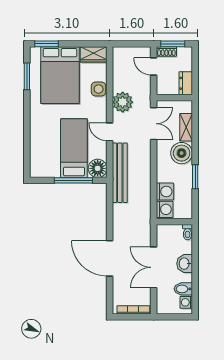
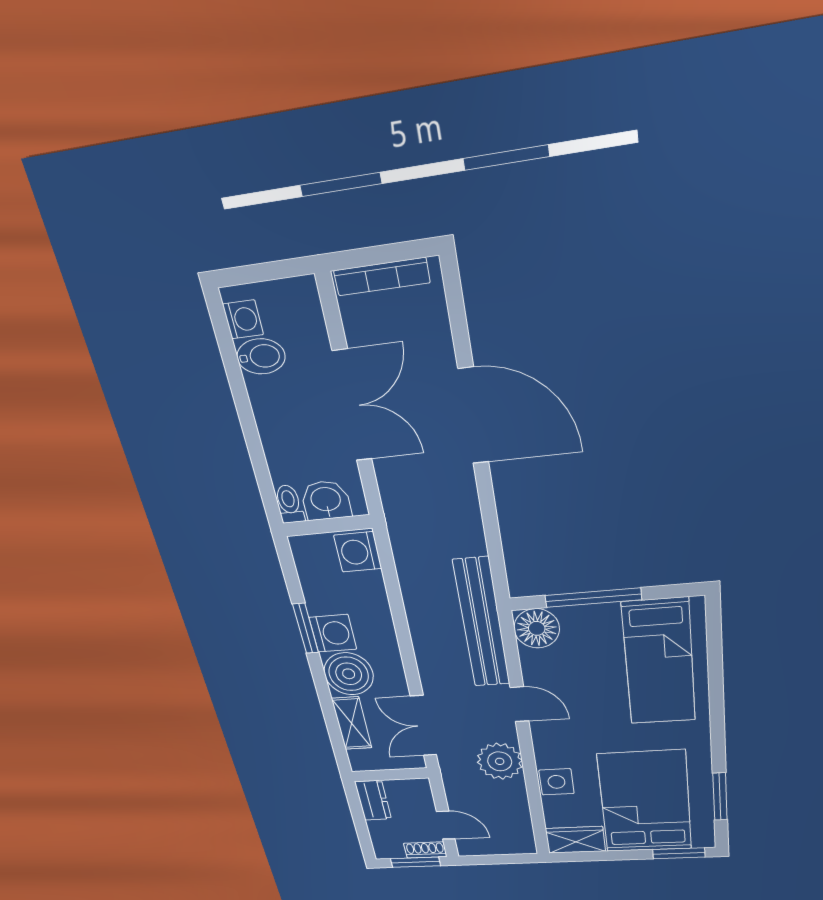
bed: (74, 148) -> (659, 662), moved
washing machine: (165, 191) -> (333, 633), moved, turned 180
washbasin: (185, 264) -> (326, 500), moved, turned -90

